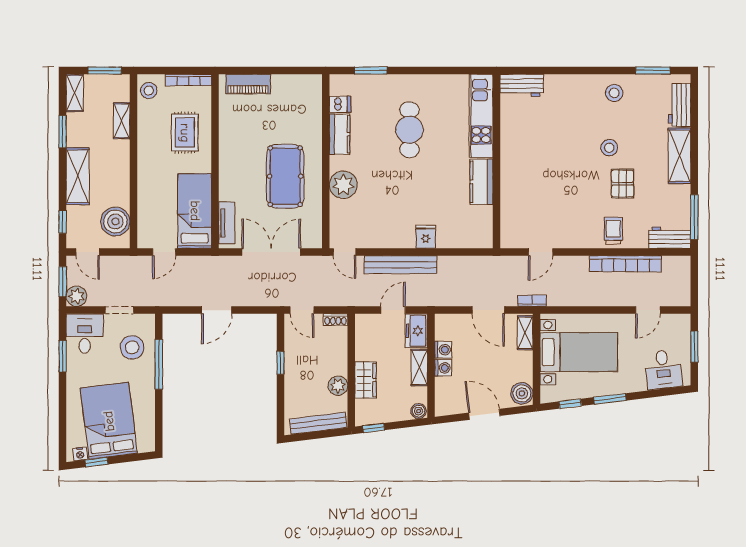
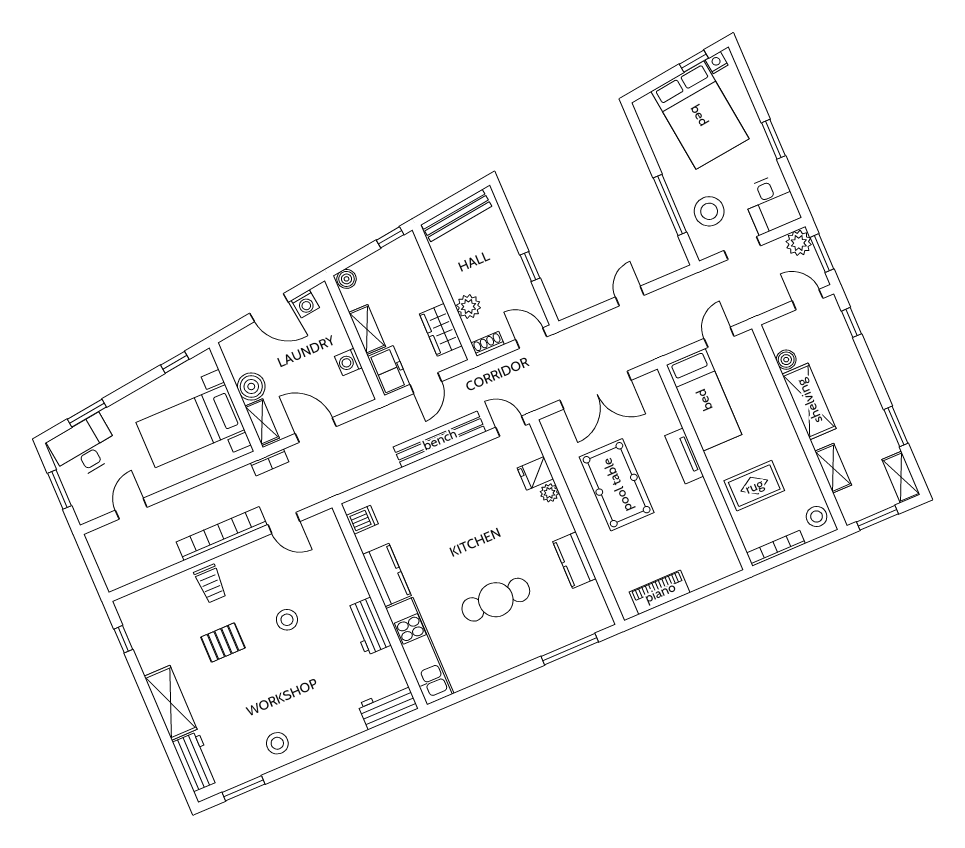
window: (371, 70) -> (570, 649), width x1.44
piano: (248, 84) -> (660, 592), moved
dishwasher: (340, 104) -> (362, 520), moved, turned 180
cafe table: (409, 130) -> (496, 600), turned 90
rug: (185, 133) -> (754, 486), turned 90
stool: (609, 148) -> (287, 620), moved
shelving: (78, 176) -> (809, 401), moved
pallet: (622, 184) -> (223, 642), turned 90
plant: (343, 185) -> (549, 493), width x0.53, depth x0.53
window: (694, 217) -> (123, 639), width x0.46
boiler: (115, 221) -> (786, 360), width x0.54, depth x0.54
tv unit: (227, 223) -> (684, 456), moved
fridge: (426, 237) -> (535, 473), moved, turned 90
workbench: (670, 238) -> (369, 626), moved, turned 90
door: (541, 252) -> (284, 523), swing flipped
bookcase: (625, 264) -> (222, 533), moved
door: (217, 310) -> (630, 296), width x0.73
window: (63, 356) -> (773, 139), moved
washing machine: (443, 368) -> (305, 304), moved, turned -97
desk: (663, 369) -> (84, 448), width x1.37
wardrobe: (366, 380) -> (441, 330), moved
plant: (338, 386) -> (469, 306), moved
boiler: (522, 393) -> (251, 386), moved
window: (610, 399) -> (87, 413), moved

